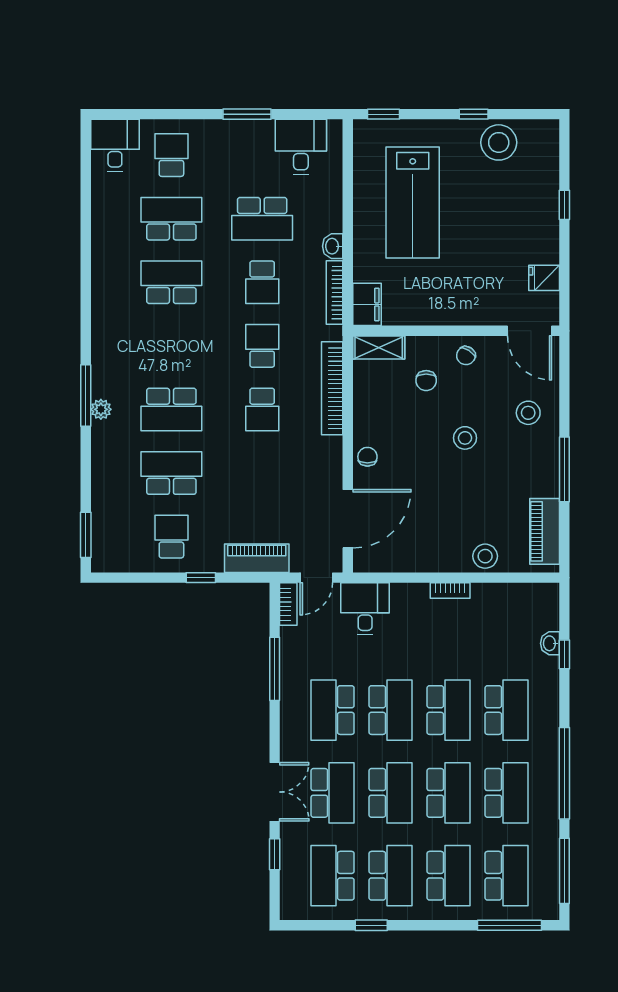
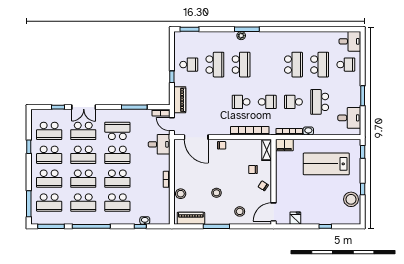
school desk: (171, 409) -> (241, 65), turned 180
stool: (465, 438) -> (216, 193), moved
school desk: (333, 876) -> (49, 131), turned 180

